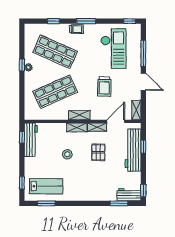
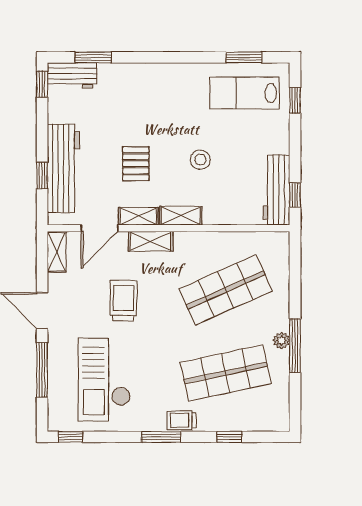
shop shelf: (55, 52) -> (226, 373), turned -36
window: (22, 65) -> (295, 346), width x2.17
shelving: (79, 115) -> (151, 241), moved

